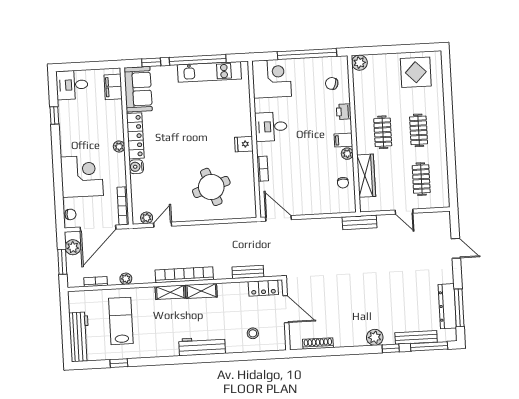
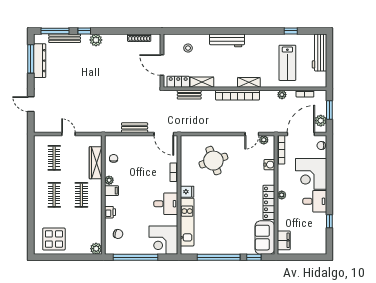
kitchen unit: (209, 72) -> (187, 222), moved, turned 90
desk: (72, 85) -> (315, 201), moved
water cooler: (136, 167) -> (269, 165), moved
bench: (359, 222) -> (135, 128), moved
shelving: (201, 291) -> (202, 82), moved

